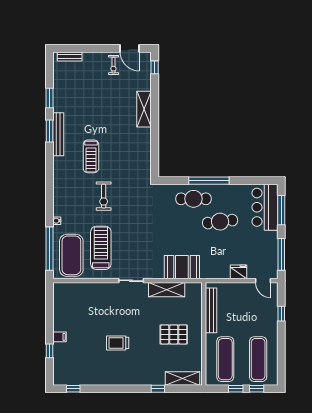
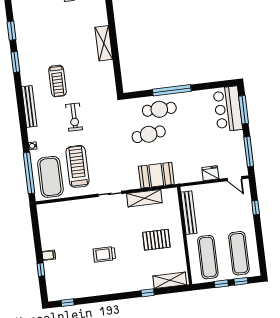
shelving: (144, 109) -> (104, 43), moved
bench: (58, 134) -> (29, 106), moved
cafe table: (220, 222) -> (149, 134), moved

